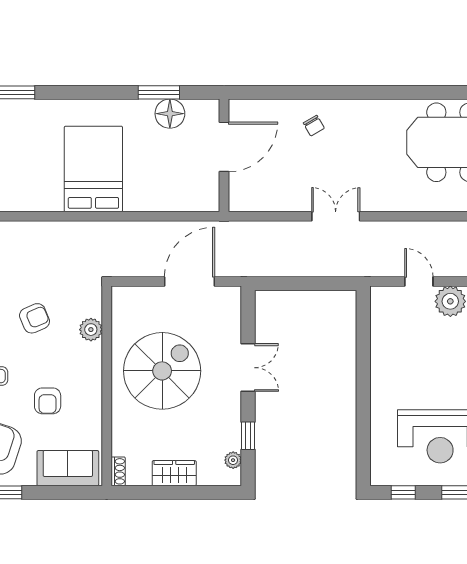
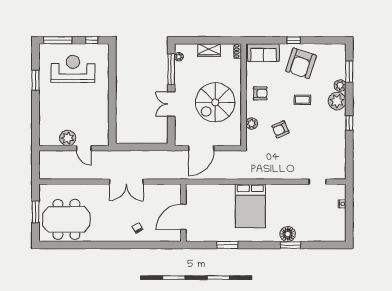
window: (159, 92) -> (227, 245), moved
floor lamp: (170, 114) -> (288, 234), moved
double door: (336, 216) -> (126, 182), width x1.37
armchair: (48, 401) -> (260, 93), moved, turned 90
window: (248, 436) -> (171, 69), width x2.17

